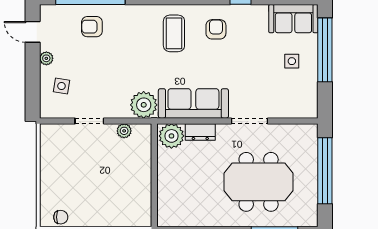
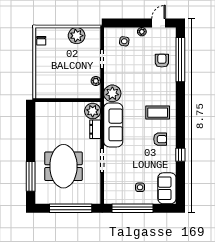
window: (325, 50) -> (132, 208), moved
plant: (53, 161) -> (77, 36), added

